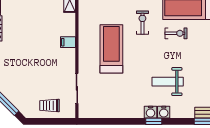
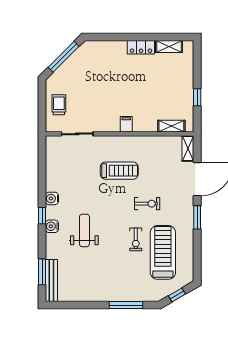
treadmill: (111, 49) -> (119, 171), width x0.73, depth x0.73
water cooler: (151, 112) -> (52, 198), moved

